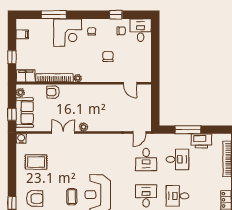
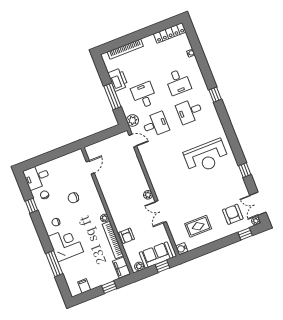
plant: (158, 140) -> (133, 120), added
rug: (36, 162) -> (198, 226), turned 90
coffee table: (72, 197) -> (217, 180), removed

